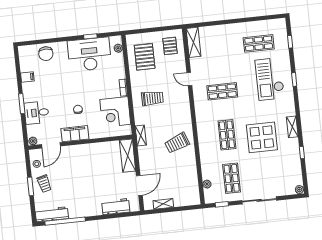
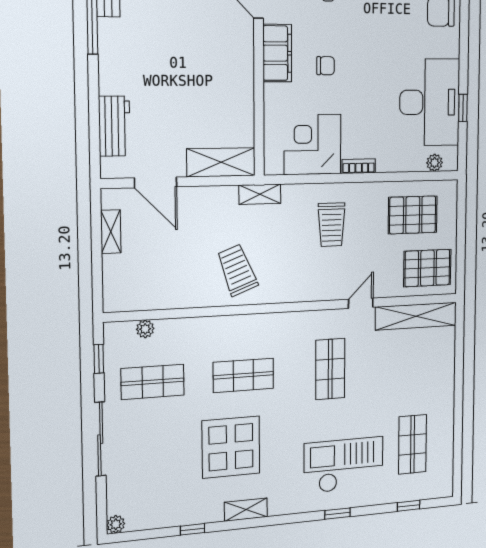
shelving: (193, 42) -> (416, 316), width x1.47
pallet: (170, 46) -> (427, 268), width x1.50, depth x1.42

